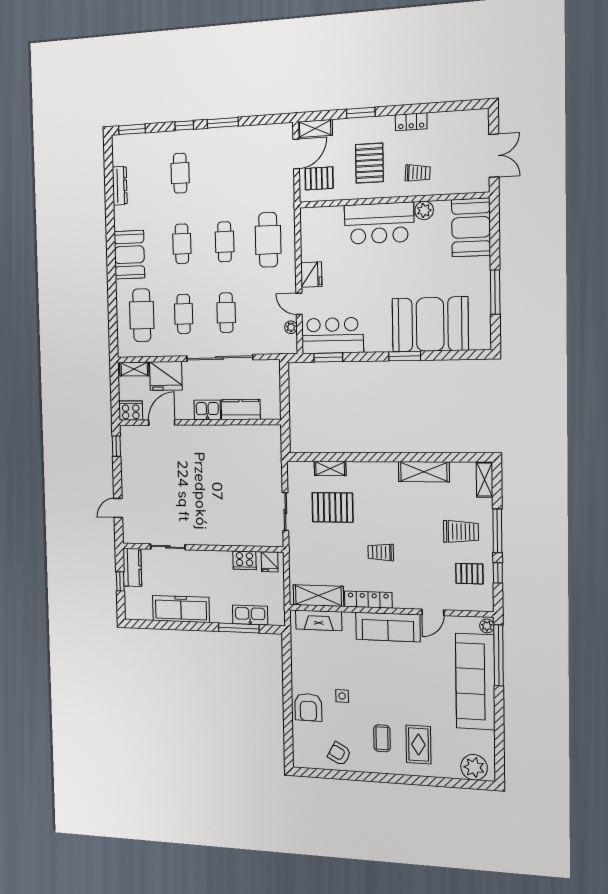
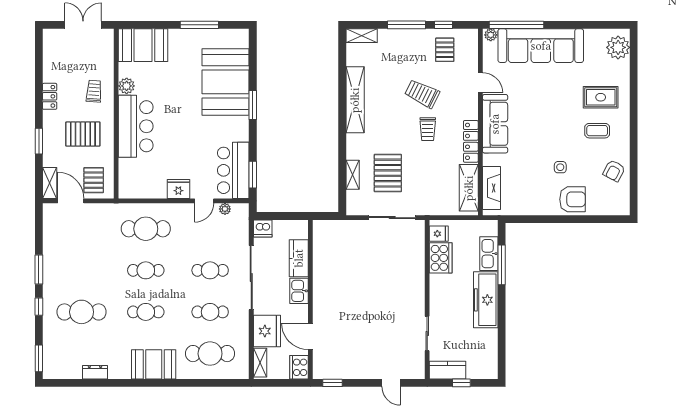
cafe table: (180, 173) -> (82, 312), width x1.37, depth x1.35
dresser: (120, 186) -> (95, 372), width x0.70
dishwasher: (271, 370) -> (263, 228), added
shelving: (424, 472) -> (355, 100), width x1.47
sliding door: (285, 512) -> (392, 218), width x1.37
trolley: (461, 532) -> (422, 94), moved, turned -64
cooker: (245, 560) -> (441, 258), width x1.37, depth x1.31
freezer: (181, 609) -> (486, 300), moved

